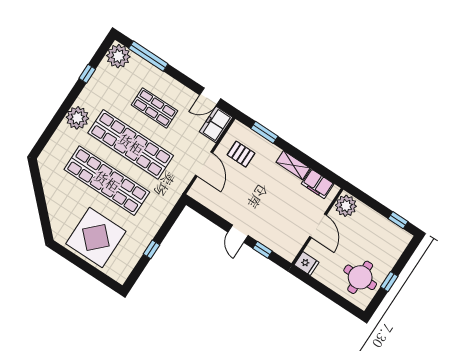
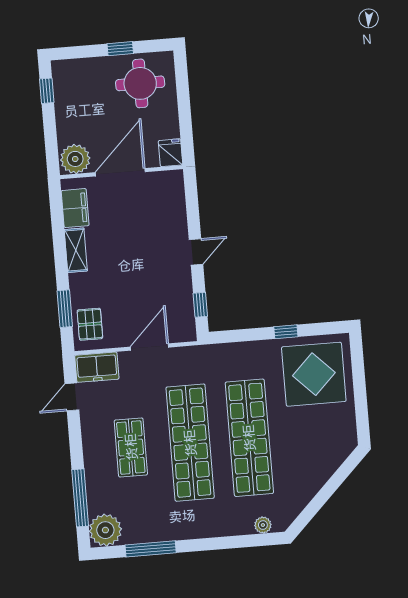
window: (87, 74) -> (151, 549), width x2.17
door: (210, 97) -> (72, 397), swing flipped
plant: (77, 118) -> (263, 525), moved, width x0.53, depth x0.53
pallet: (241, 154) -> (90, 324), moved
door: (318, 226) -> (120, 172), width x1.36
display table: (96, 237) -> (314, 374), moved
window: (263, 250) -> (200, 305), moved

